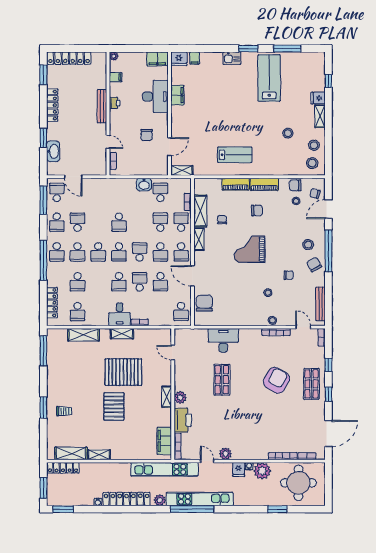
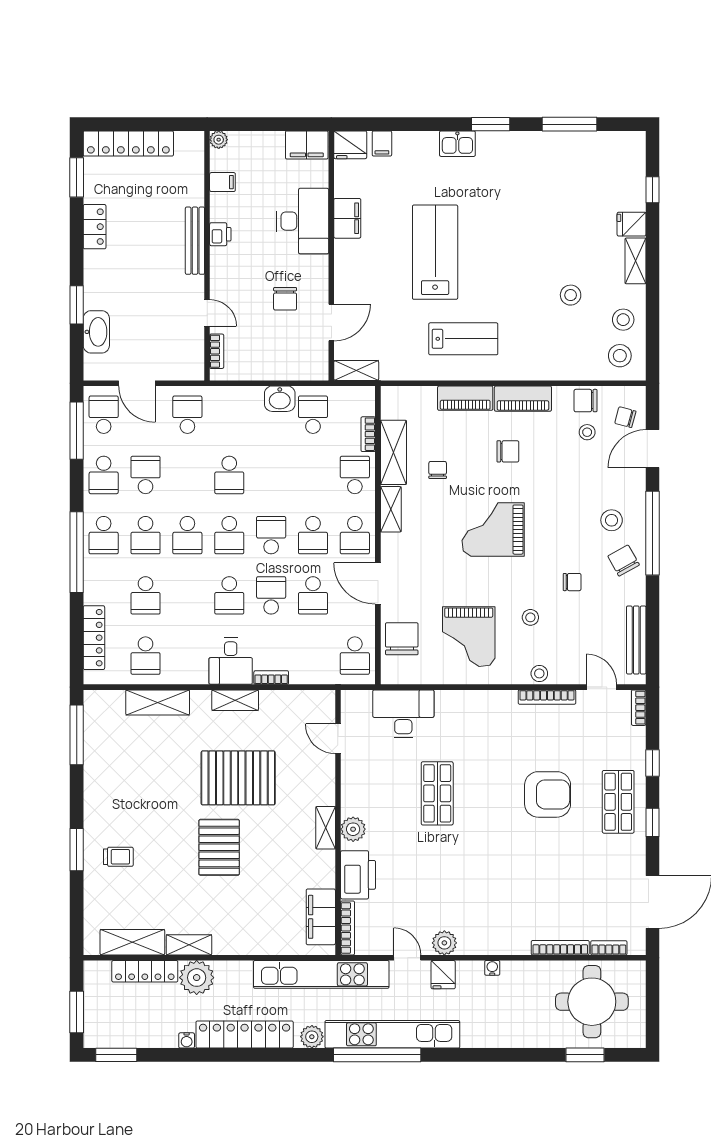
lab bench: (269, 78) -> (435, 252), moved
locker: (52, 105) -> (95, 227), width x0.66
school desk: (160, 222) -> (187, 415), moved
grand piano: (237, 302) -> (469, 637), added
desk: (223, 340) -> (403, 714), moved
armchair: (276, 380) -> (548, 794), turned 62
locker: (63, 468) -> (145, 971), moved
fridge: (239, 469) -> (443, 975), moved
plant: (262, 471) -> (197, 978), moved
window: (277, 509) -> (585, 1055), moved

